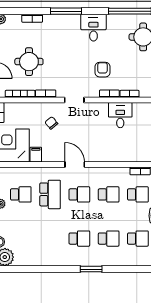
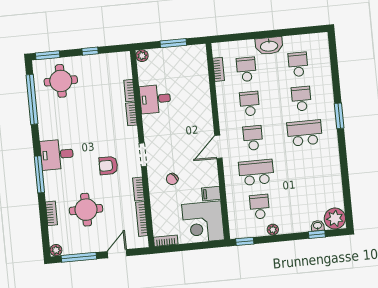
desk: (93, 28) -> (57, 154), moved
round table: (29, 62) -> (86, 210), moved
armchair: (102, 70) -> (108, 166), moved
school desk: (79, 239) -> (305, 133), width x1.85

